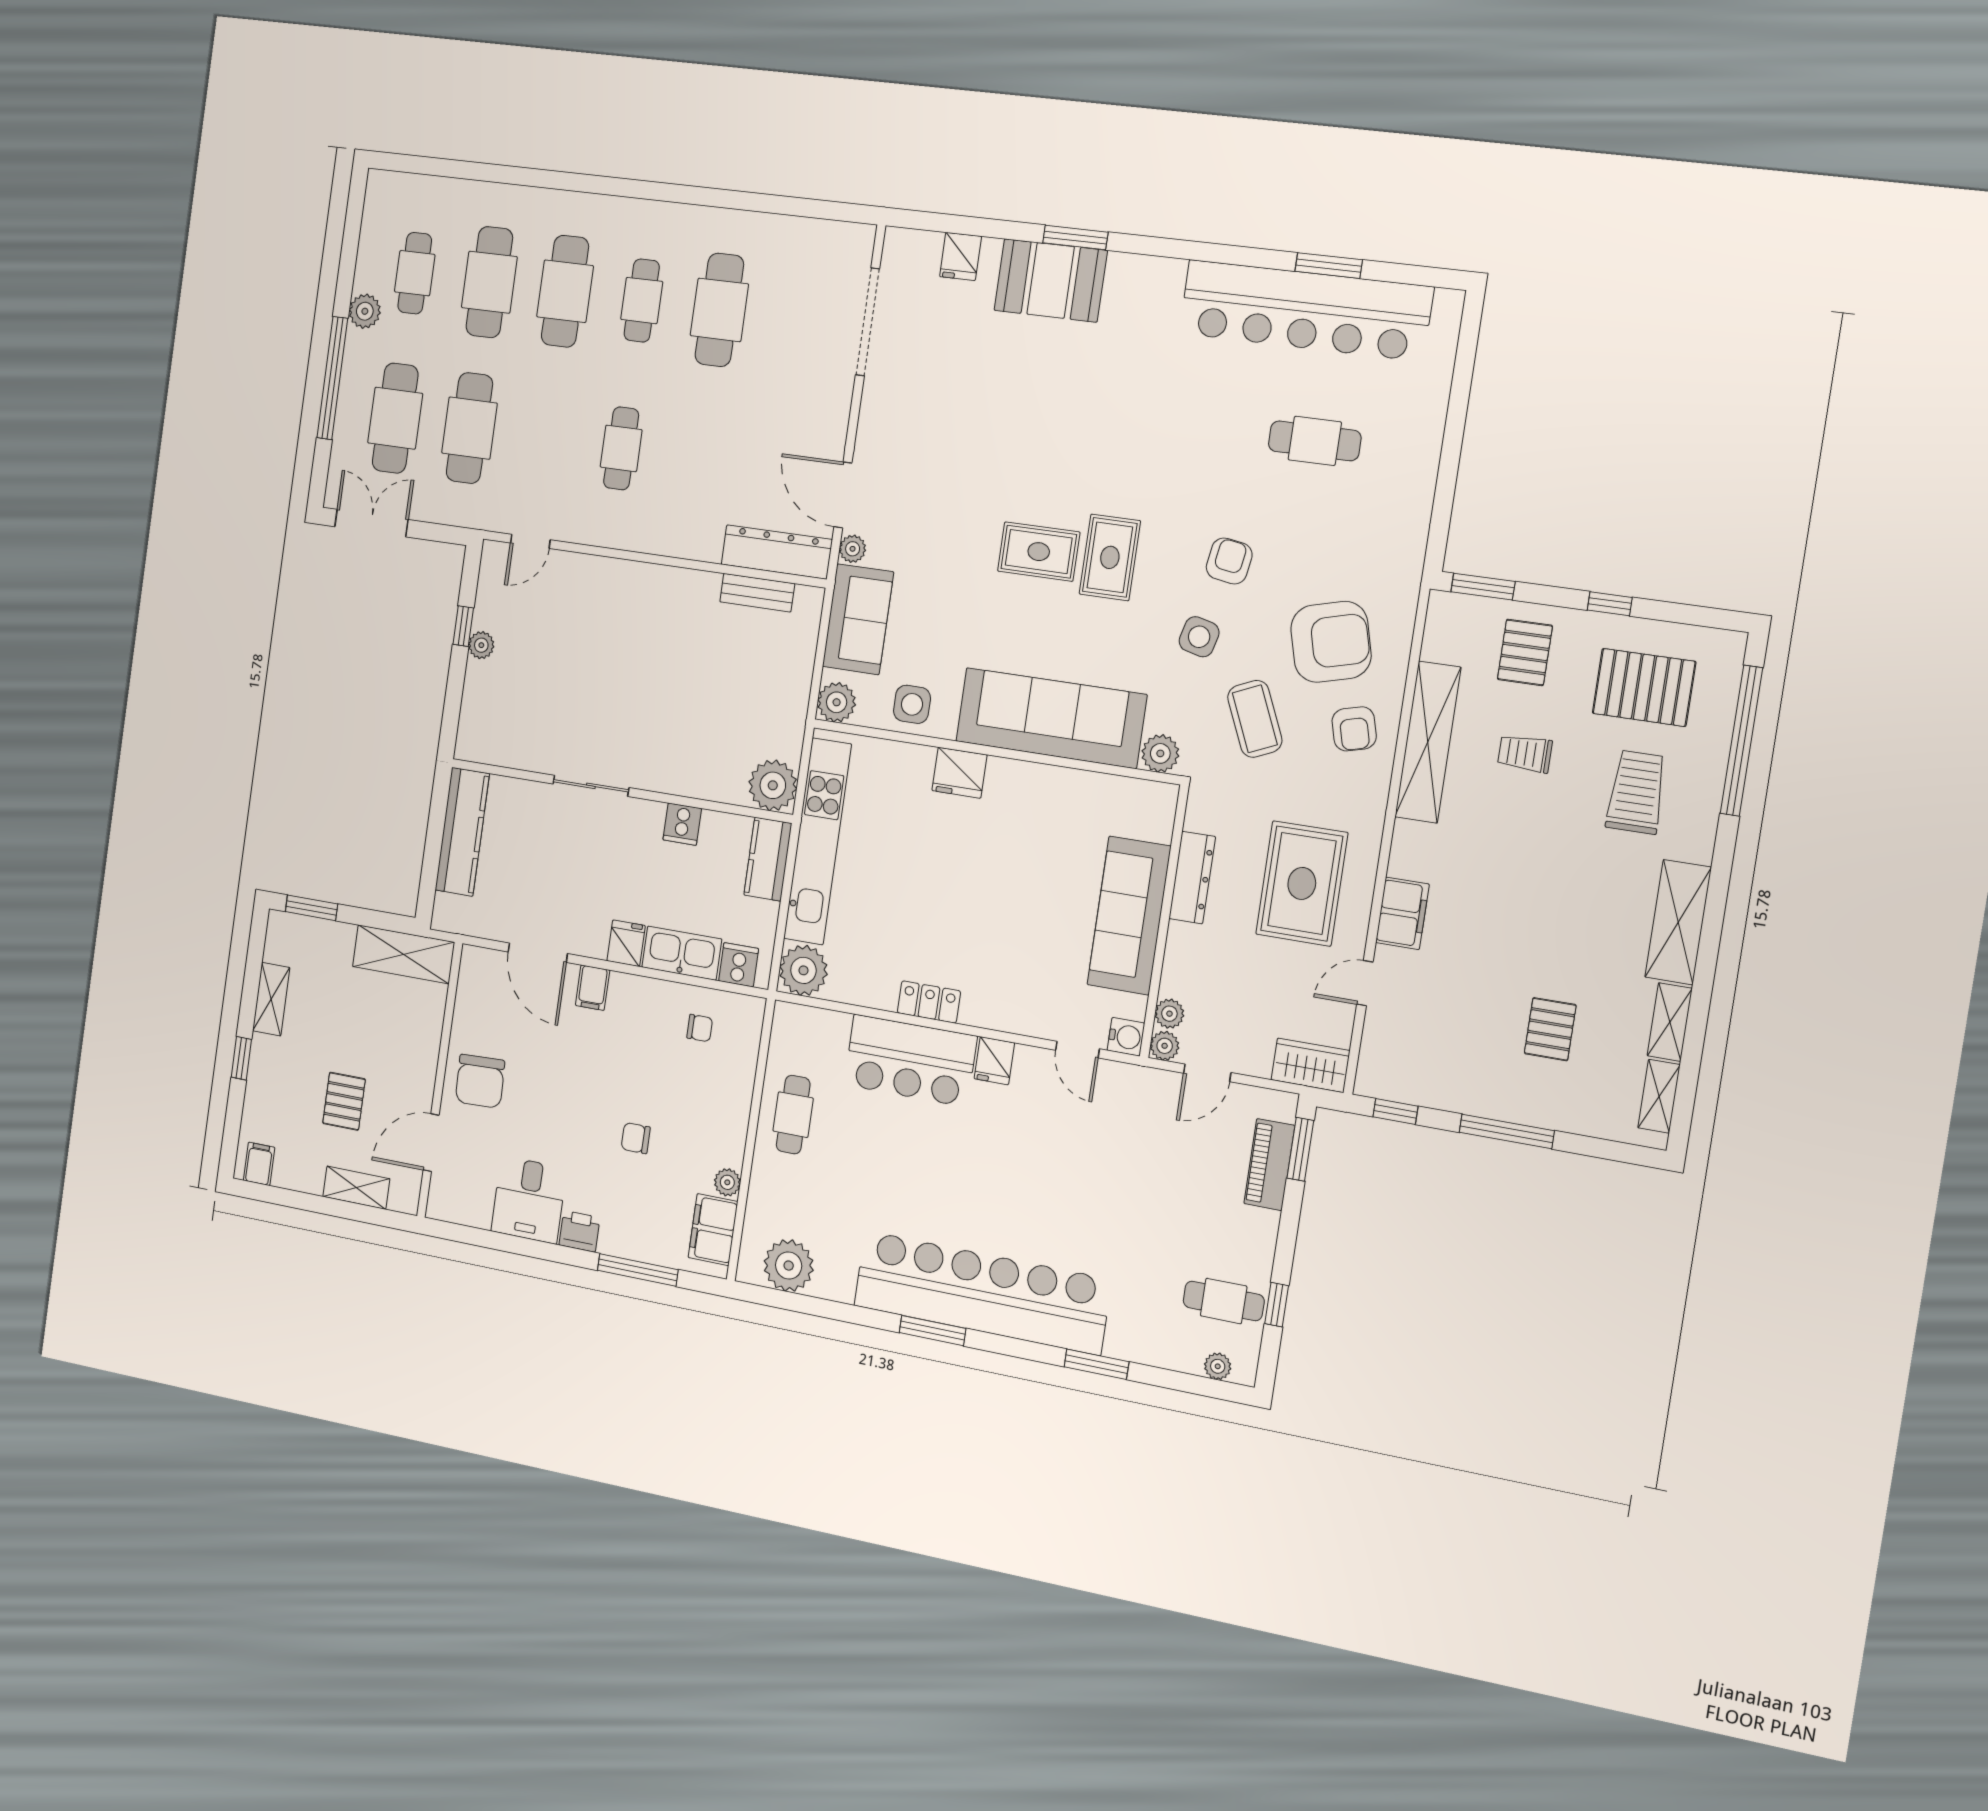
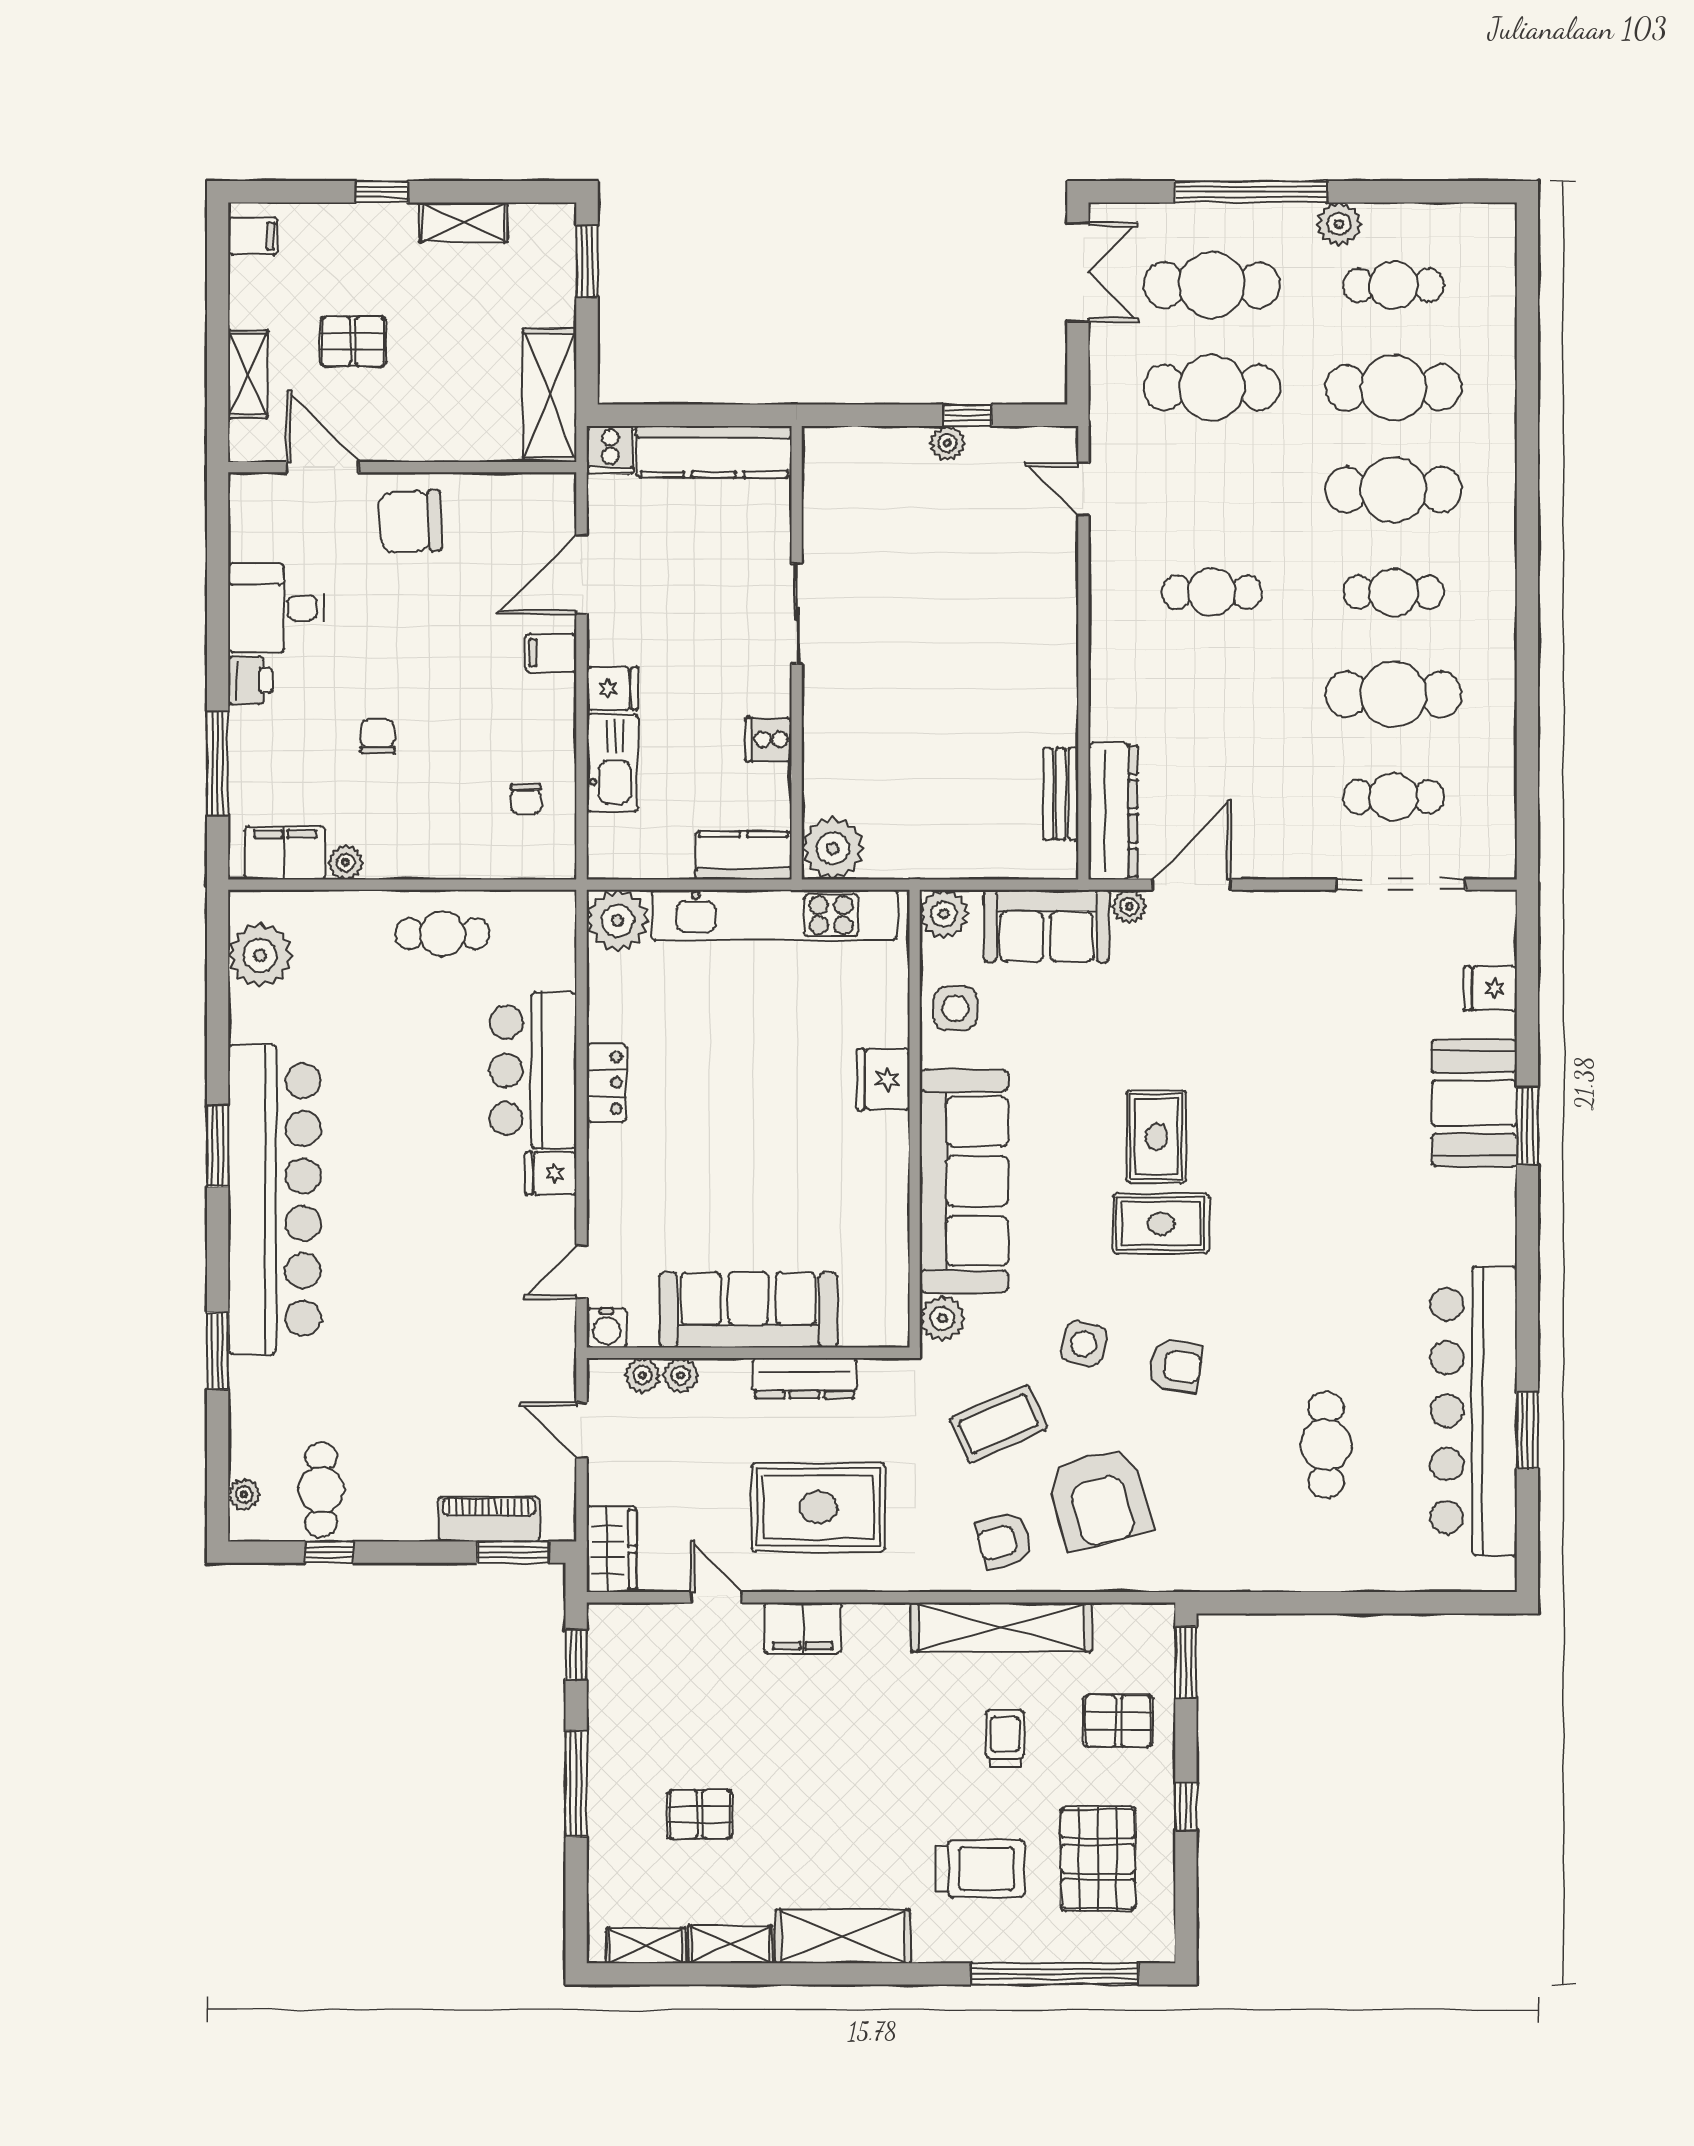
cafe table: (798, 319) -> (1394, 797), added
cooker: (739, 965) -> (610, 450), moved, turned 90
plant: (1165, 1046) -> (681, 1375), moved

